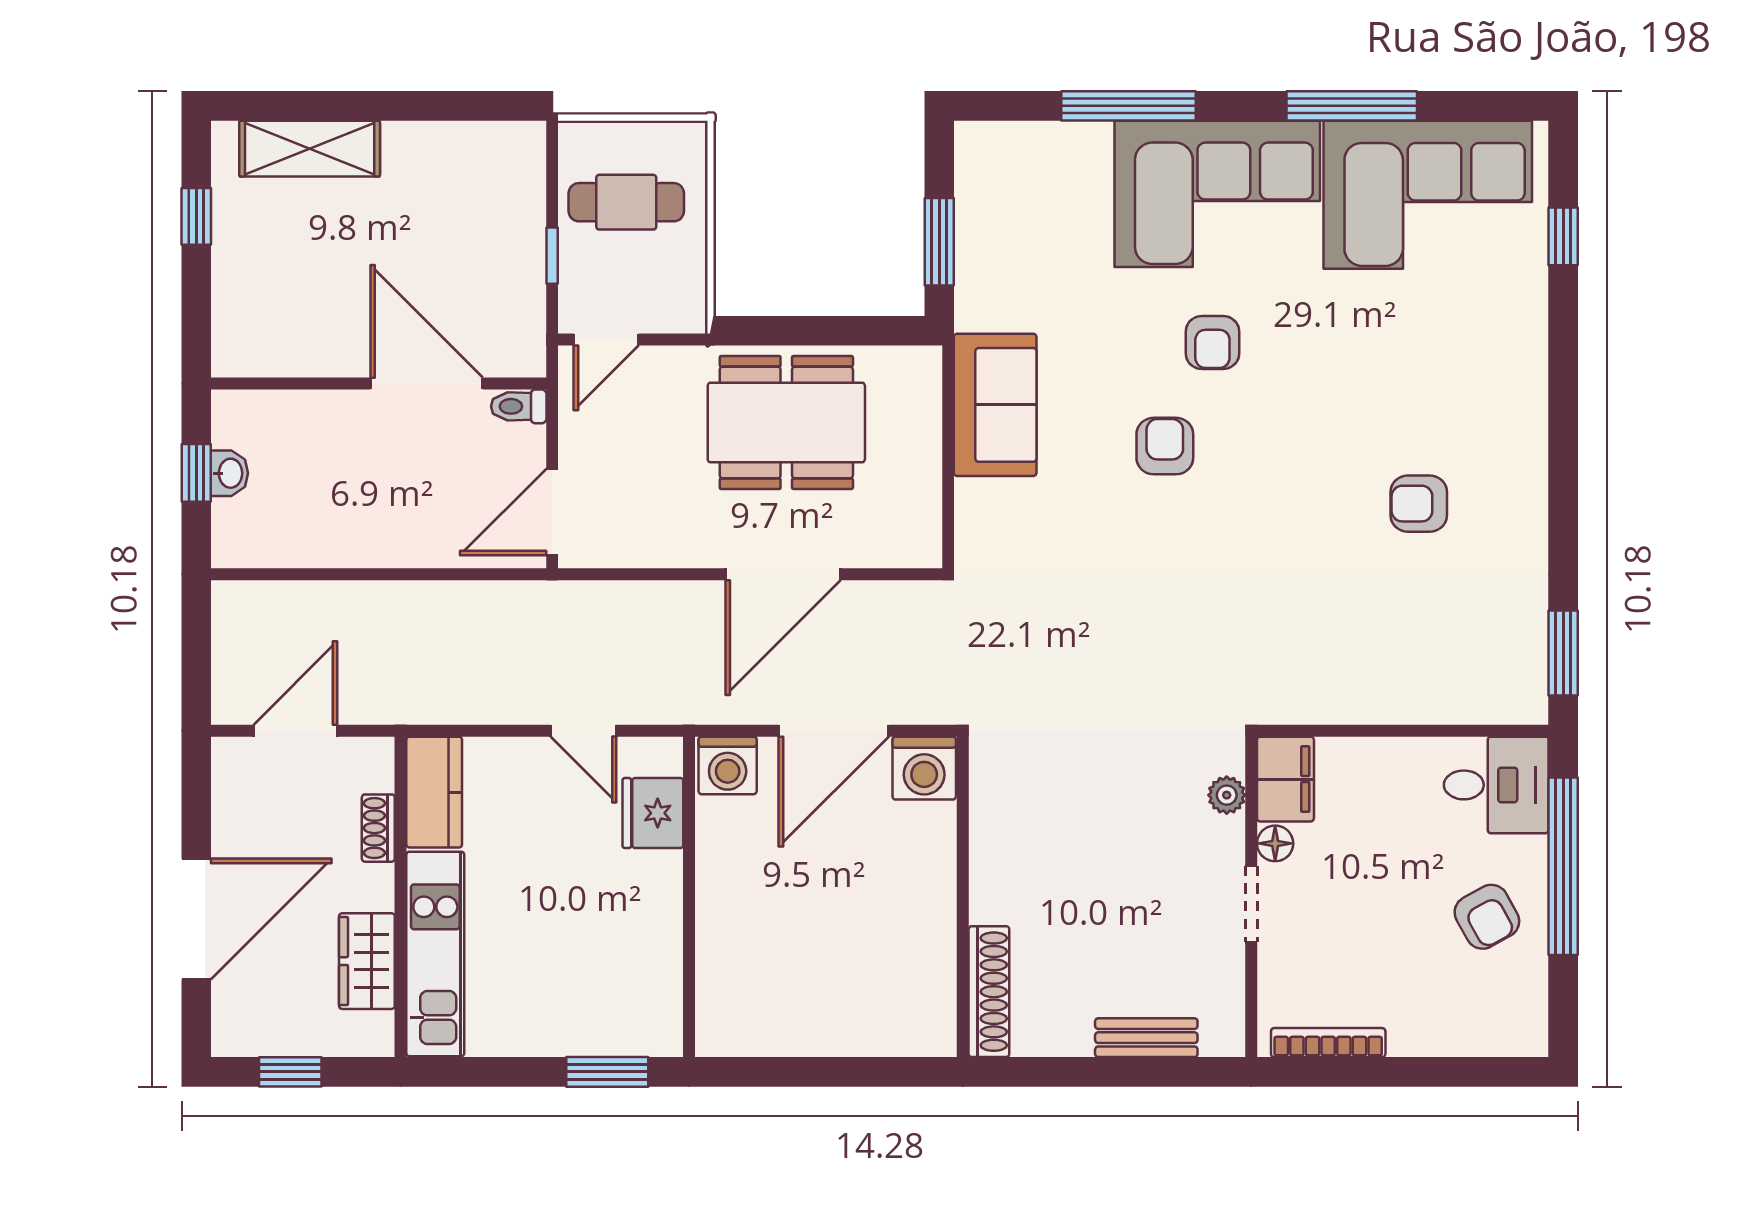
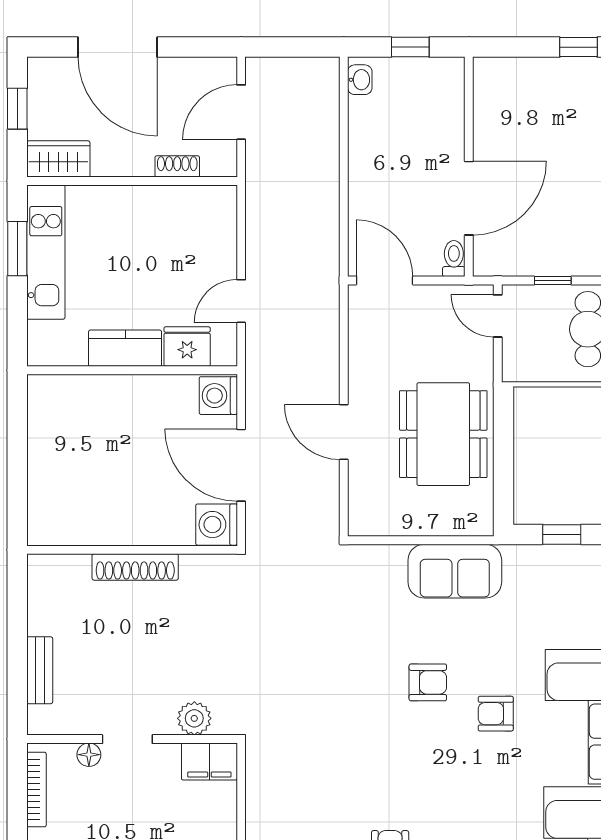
window: (939, 242) -> (562, 534), width x0.67
washbasin: (229, 473) -> (360, 80), moved, turned -90
door: (783, 574) -> (344, 432), width x0.73
door: (295, 731) -> (241, 112), swing flipped
kitchen counter: (434, 792) -> (125, 348), moved, turned 180
plant: (1227, 795) -> (194, 718), width x1.38, depth x1.38
floor lamp: (1275, 843) -> (89, 755), moved
kitchen unit: (435, 954) -> (46, 252), moved, turned -90
wardrobe: (367, 961) -> (58, 159), moved
shoe rack: (989, 992) -> (135, 567), moved
window: (607, 1072) -> (17, 249), moved

